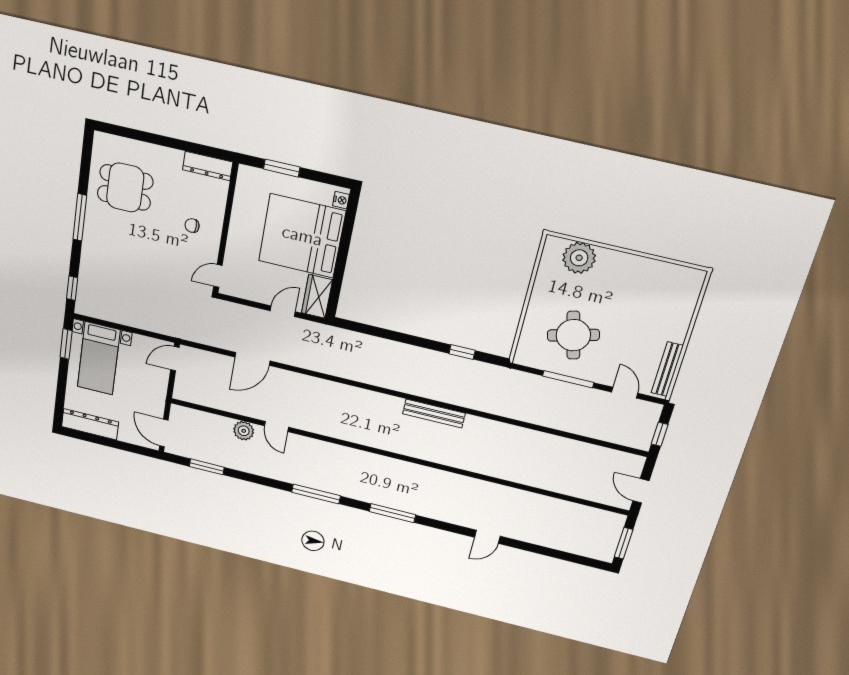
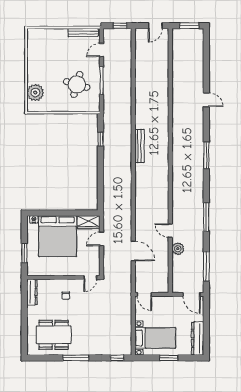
dining table: (125, 187) -> (54, 335), width x1.38
door: (218, 276) -> (90, 277), hinge flipped
door: (283, 311) -> (101, 239), hinge flipped
round table: (573, 335) -> (77, 84), turned 31
window: (66, 344) -> (169, 358), moved
door: (276, 427) -> (170, 231), swing flipped
door: (164, 433) -> (192, 294), hinge flipped
window: (207, 467) -> (206, 266), width x1.44
window: (316, 494) -> (206, 217), moved

